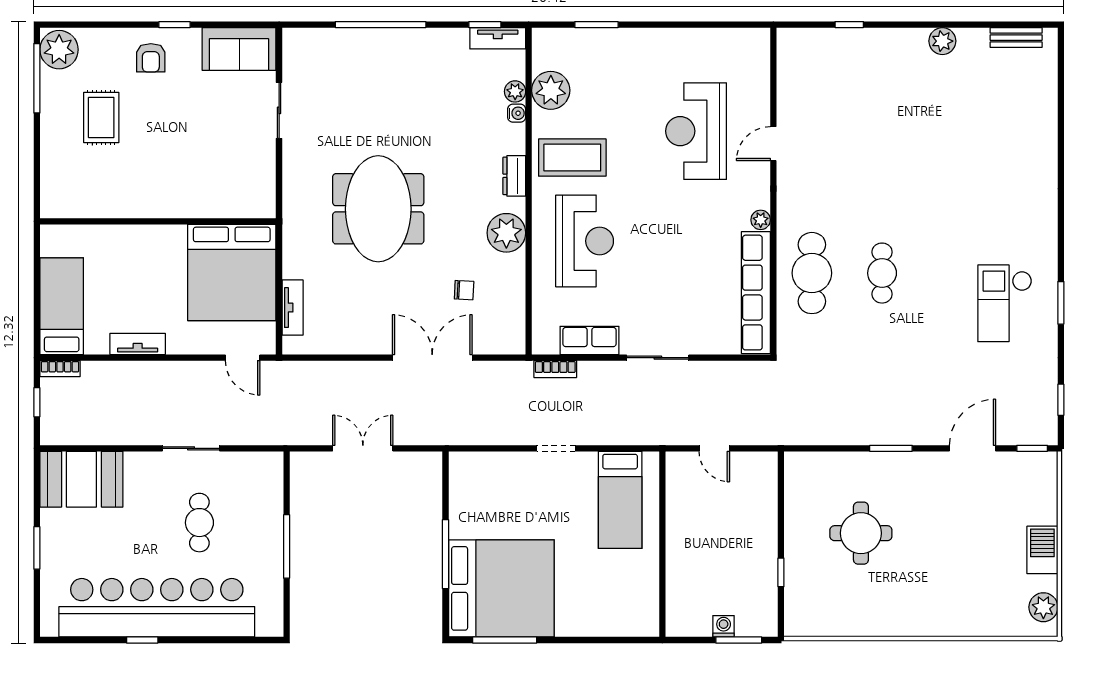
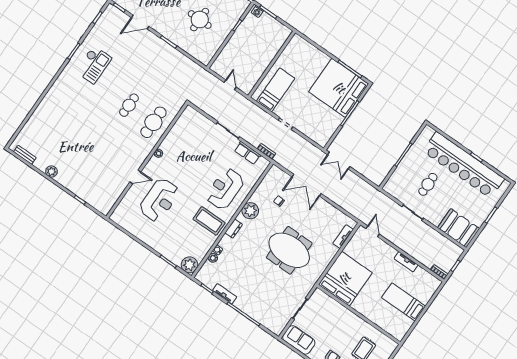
tv unit: (498, 38) -> (225, 294), moved
plant: (551, 90) -> (189, 265), moved
meeting table: (378, 209) -> (289, 250), turned 90
wall: (158, 221) -> (359, 314), moved
bed: (232, 272) -> (345, 279), moved
row of seats: (756, 293) -> (178, 129), removed
bed: (62, 306) -> (404, 302), moved, turned 90
double door: (363, 448) -> (339, 161), moved
washing machine: (724, 626) -> (257, 12), moved

